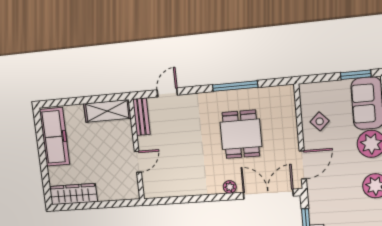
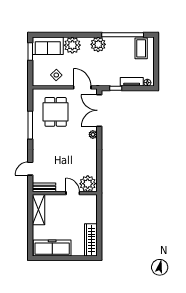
door: (167, 92) -> (30, 169), hinge flipped
dining table: (241, 134) -> (56, 112), moved, turned 90
plant: (154, 184) -> (88, 184), added

